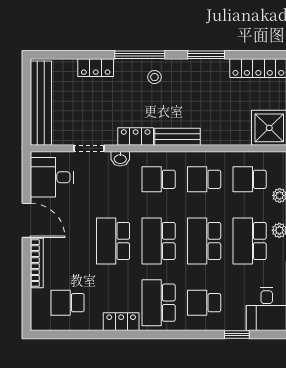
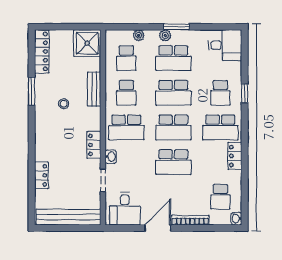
window: (140, 55) -> (32, 142), removed
stool: (154, 77) -> (64, 104), moved
bench: (178, 137) -> (94, 89), moved
school desk: (159, 179) -> (126, 127), width x1.85
washbasin: (39, 324) -> (236, 219), added
window: (237, 335) -> (245, 93), moved

